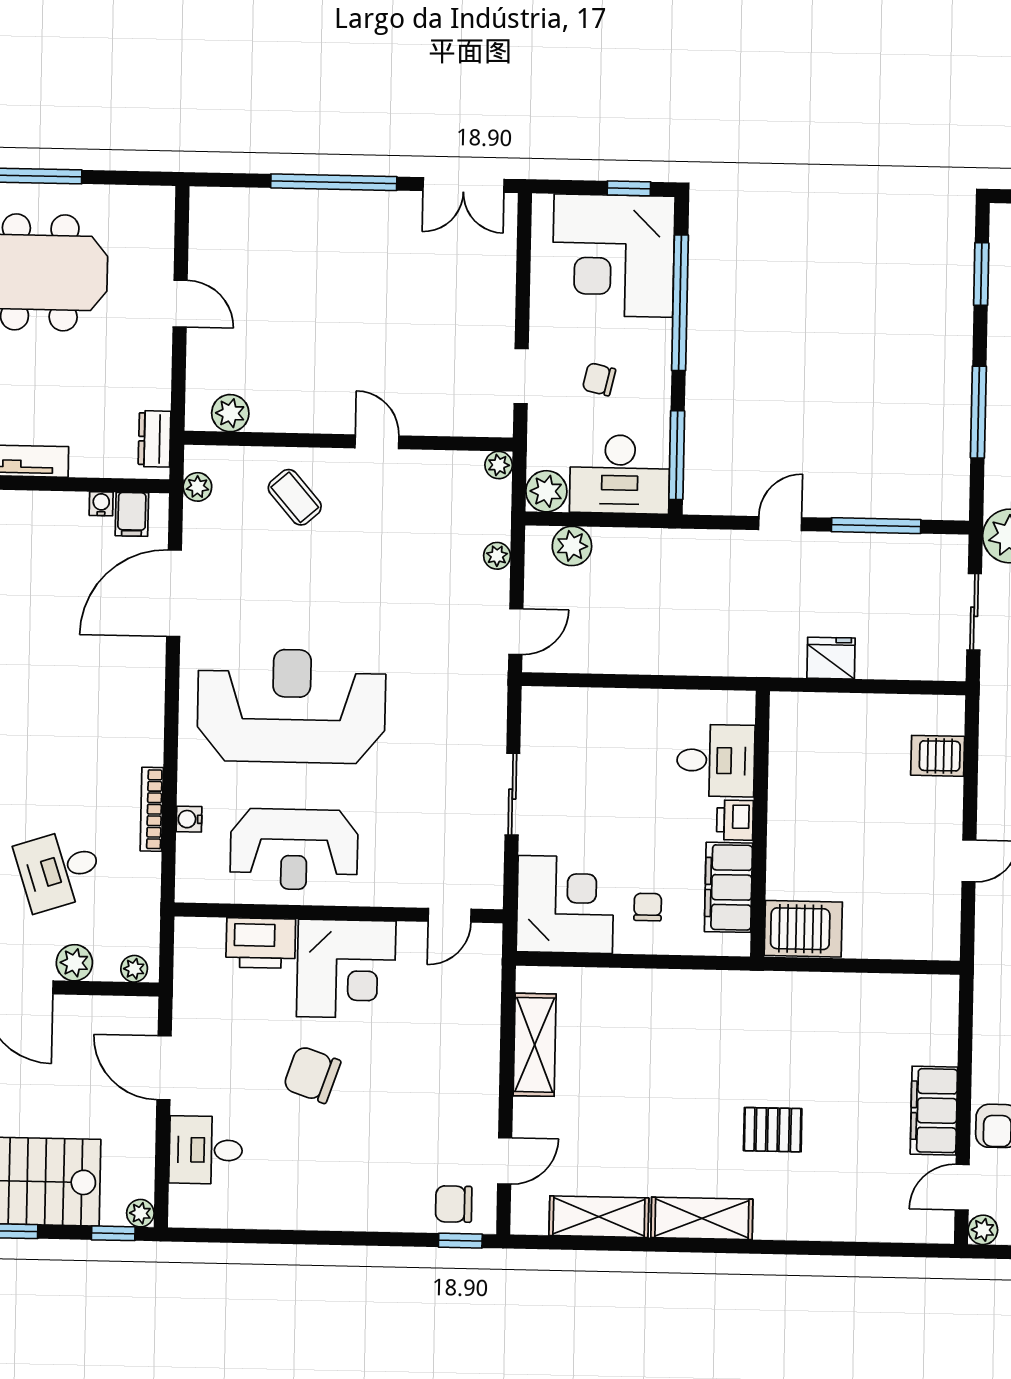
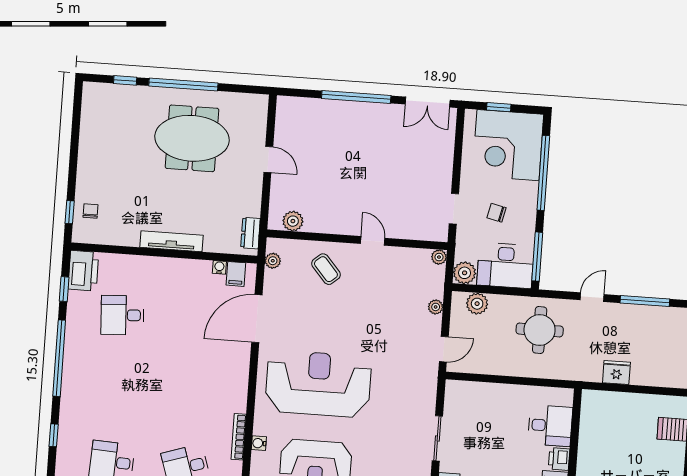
window: (629, 188) -> (499, 107), moved
round table: (688, 588) -> (540, 330), added

